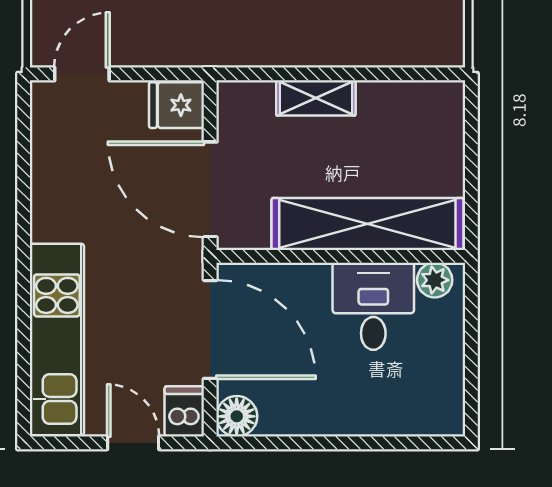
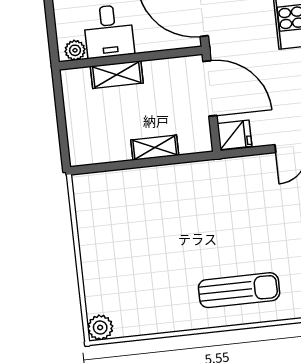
shelving: (367, 224) -> (117, 75), width x0.45, depth x0.75

